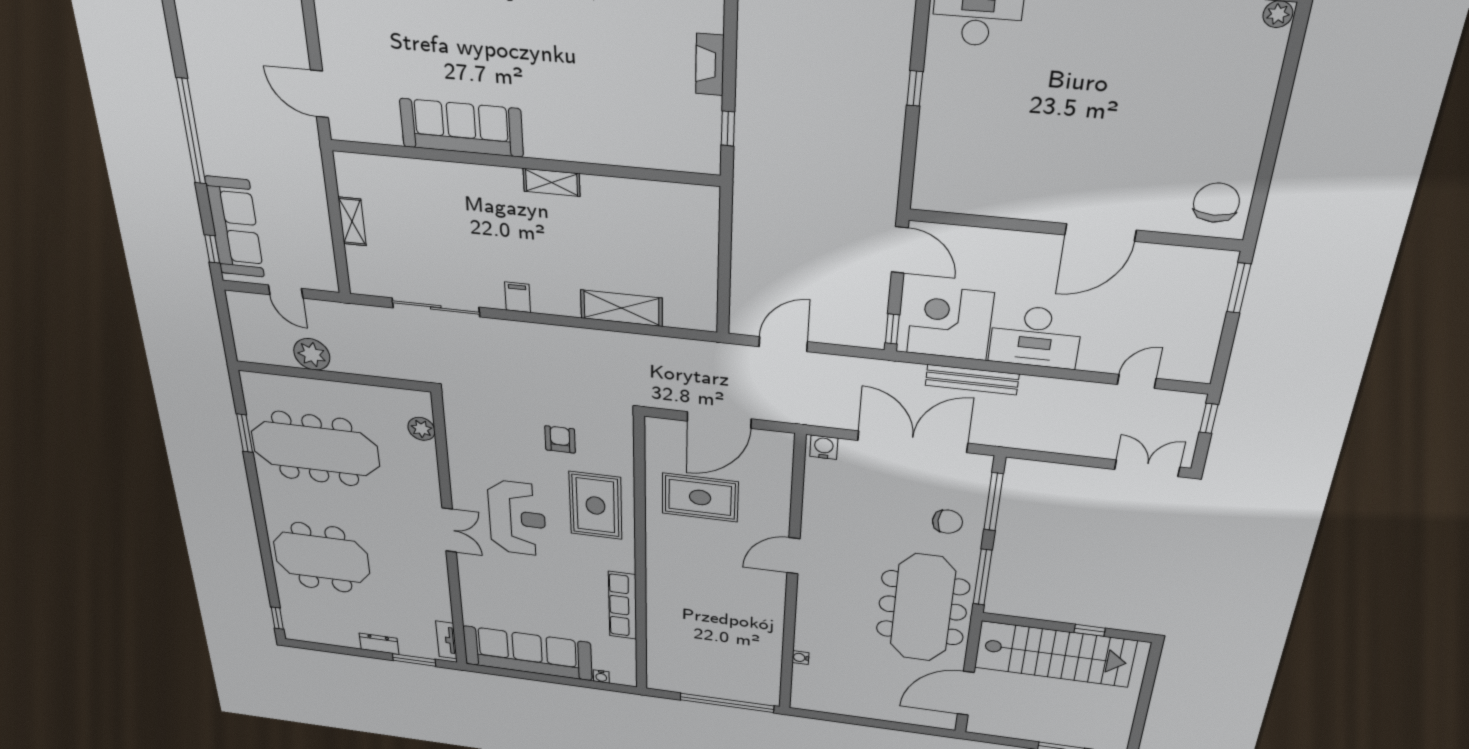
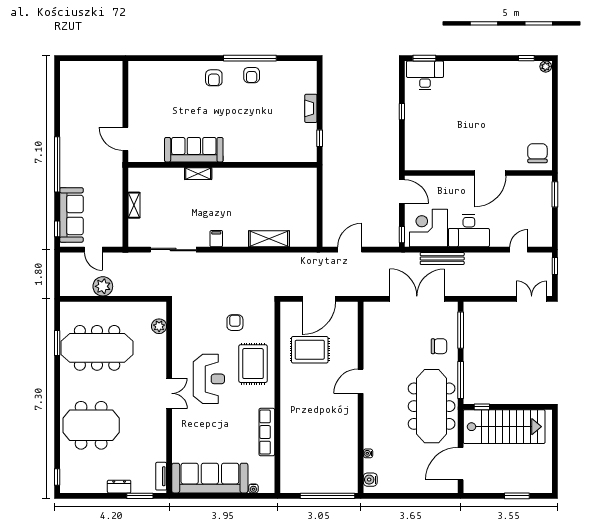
shelving: (552, 182) -> (198, 174), moved
water cooler: (824, 447) -> (370, 480), moved, turned -90
window: (1090, 630) -> (482, 407), moved

